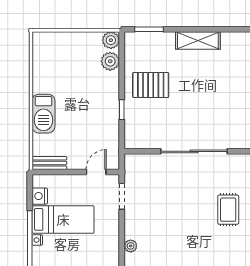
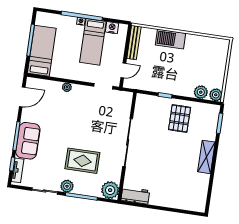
bench: (49, 163) -> (134, 43), width x1.36
door: (96, 172) -> (123, 70), hinge flipped
rug: (228, 210) -> (82, 161), width x1.36, depth x1.43

